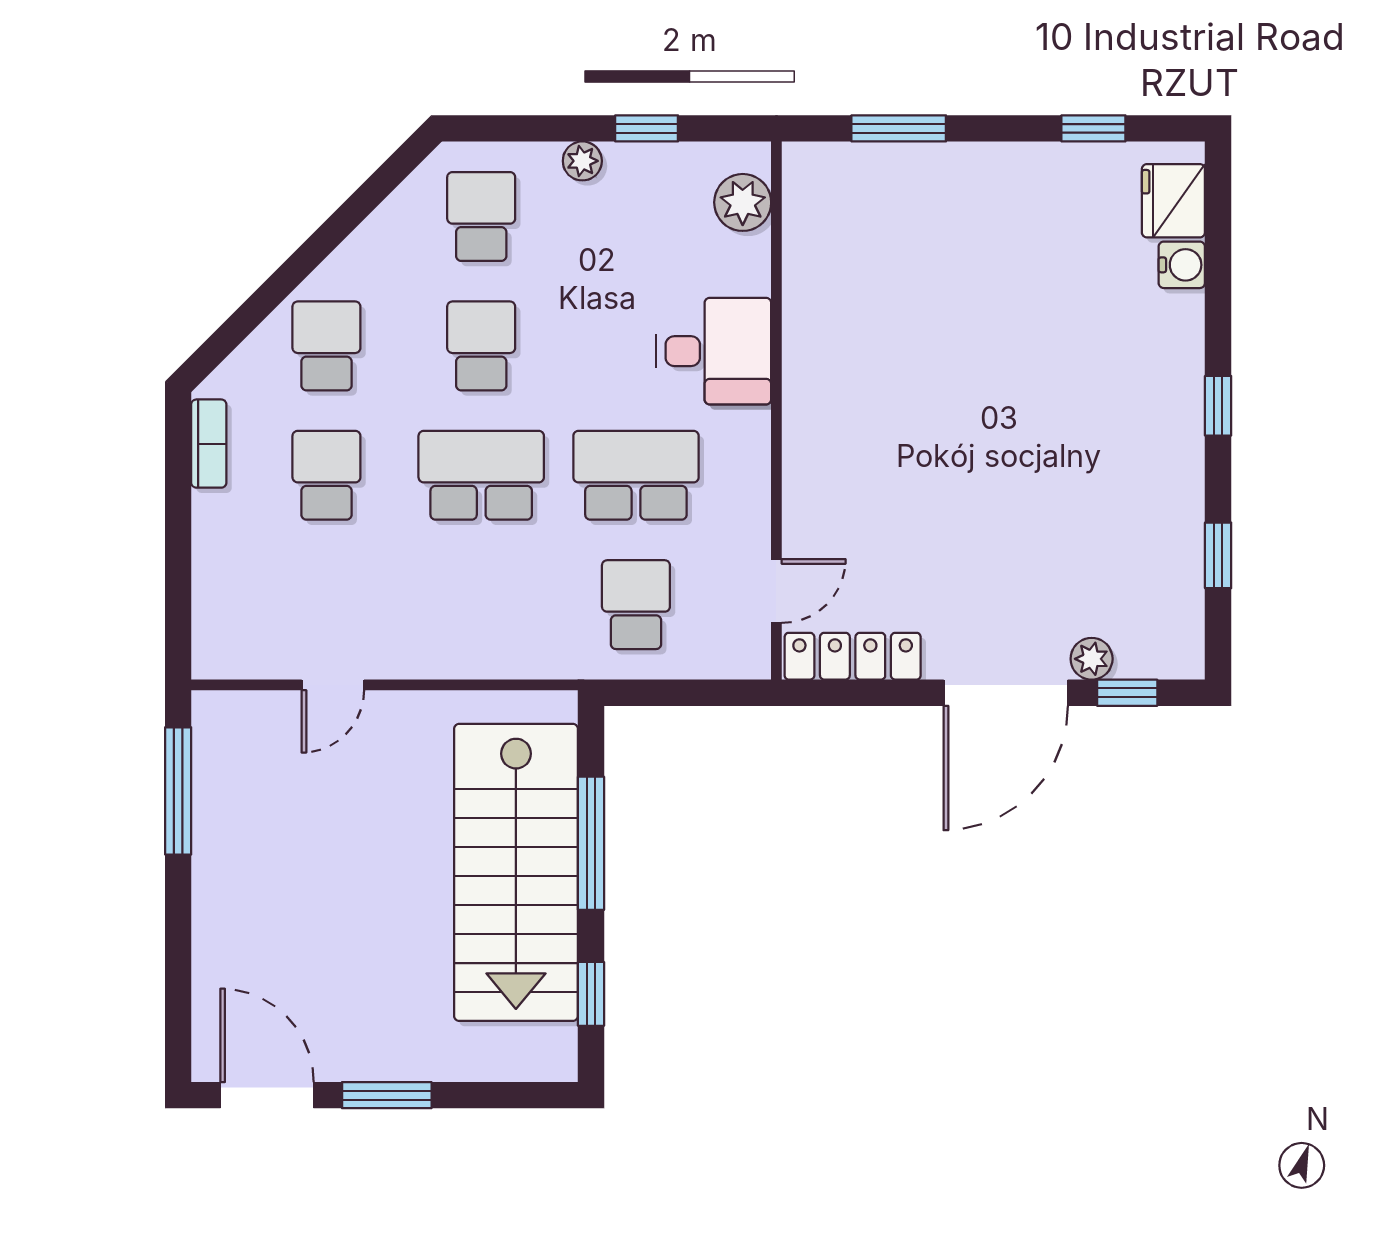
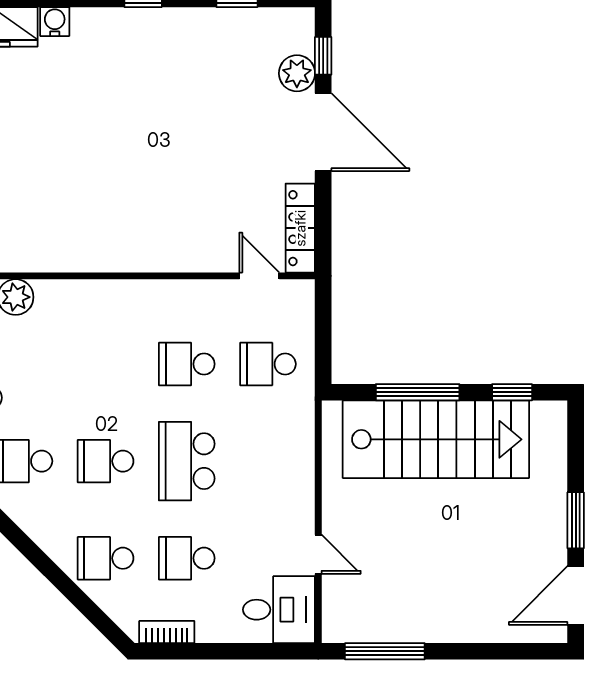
desk: (714, 351) -> (279, 610), moved, turned 90
school desk: (636, 475) -> (187, 364), width x0.54
plant: (1092, 659) -> (297, 73), width x1.38, depth x1.38

